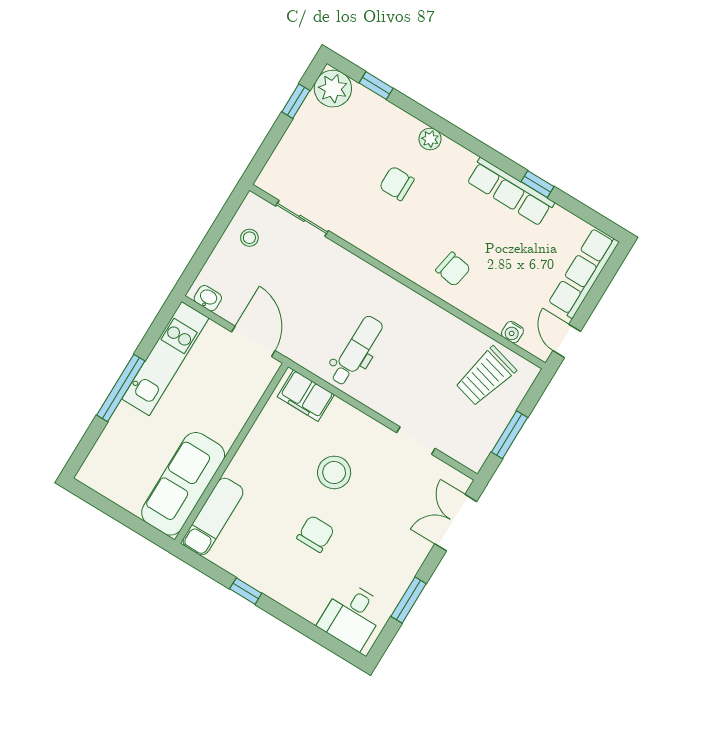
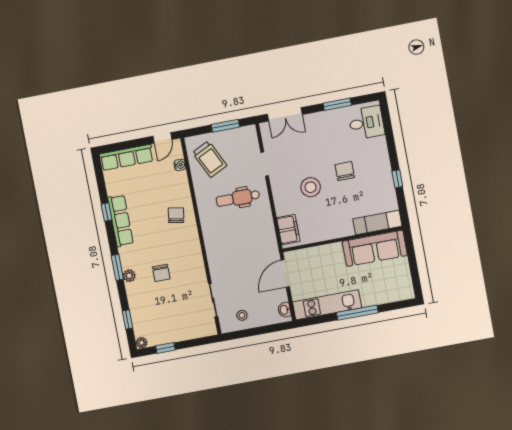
plant: (333, 89) -> (142, 343), width x0.53, depth x0.53
window: (455, 133) -> (117, 267), added
dental chair: (356, 351) -> (238, 198), moved
trolley: (486, 376) -> (209, 159), turned 49
chair: (316, 534) -> (345, 171), turned 90

